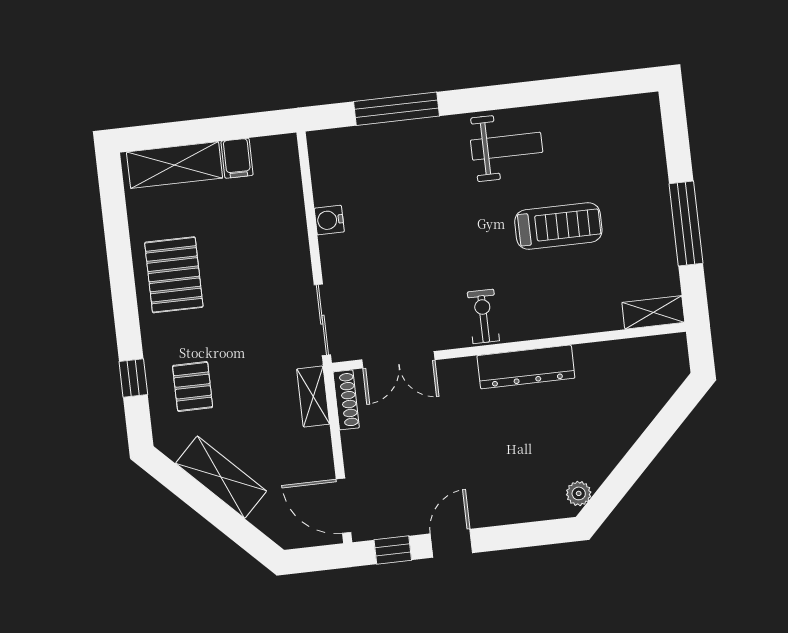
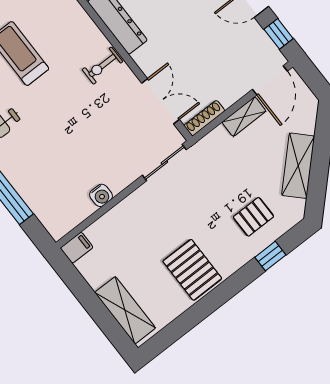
filing cabinet: (237, 158) -> (77, 248), moved
pallet: (174, 275) -> (192, 270), turned 90
shelving: (313, 397) -> (244, 117), moved

